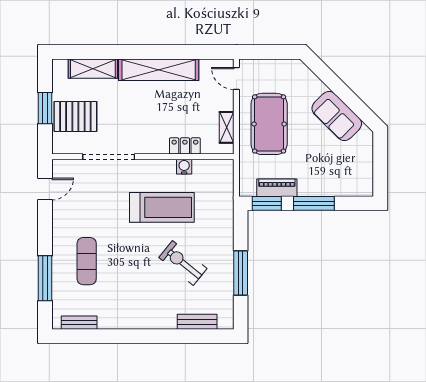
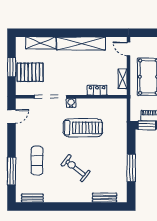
water cooler: (184, 167) -> (71, 103), moved
exercise bike: (183, 263) -> (76, 168), moved

